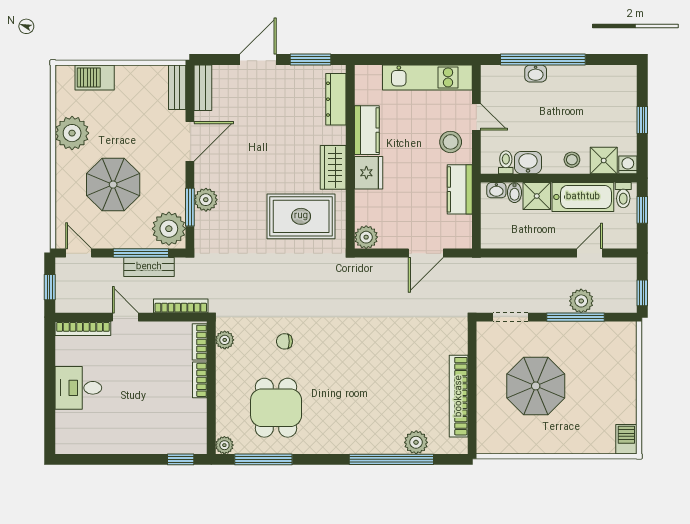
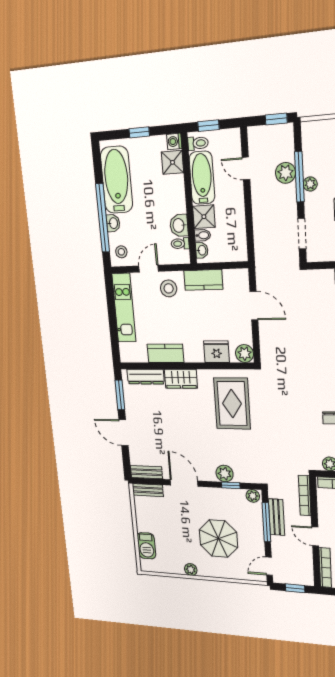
bathtub: (588, 84) -> (117, 180), added
plant: (72, 133) -> (191, 570), width x0.53, depth x0.53
stool: (572, 160) -> (121, 252), moved
wardrobe: (333, 167) -> (181, 379), moved
fridge: (369, 173) -> (216, 352), moved
window: (190, 207) -> (231, 485), width x0.67
plant: (169, 229) -> (253, 496), width x0.53, depth x0.53
door: (125, 317) -> (315, 536), hinge flipped
plant: (567, 330) -> (310, 184), added

